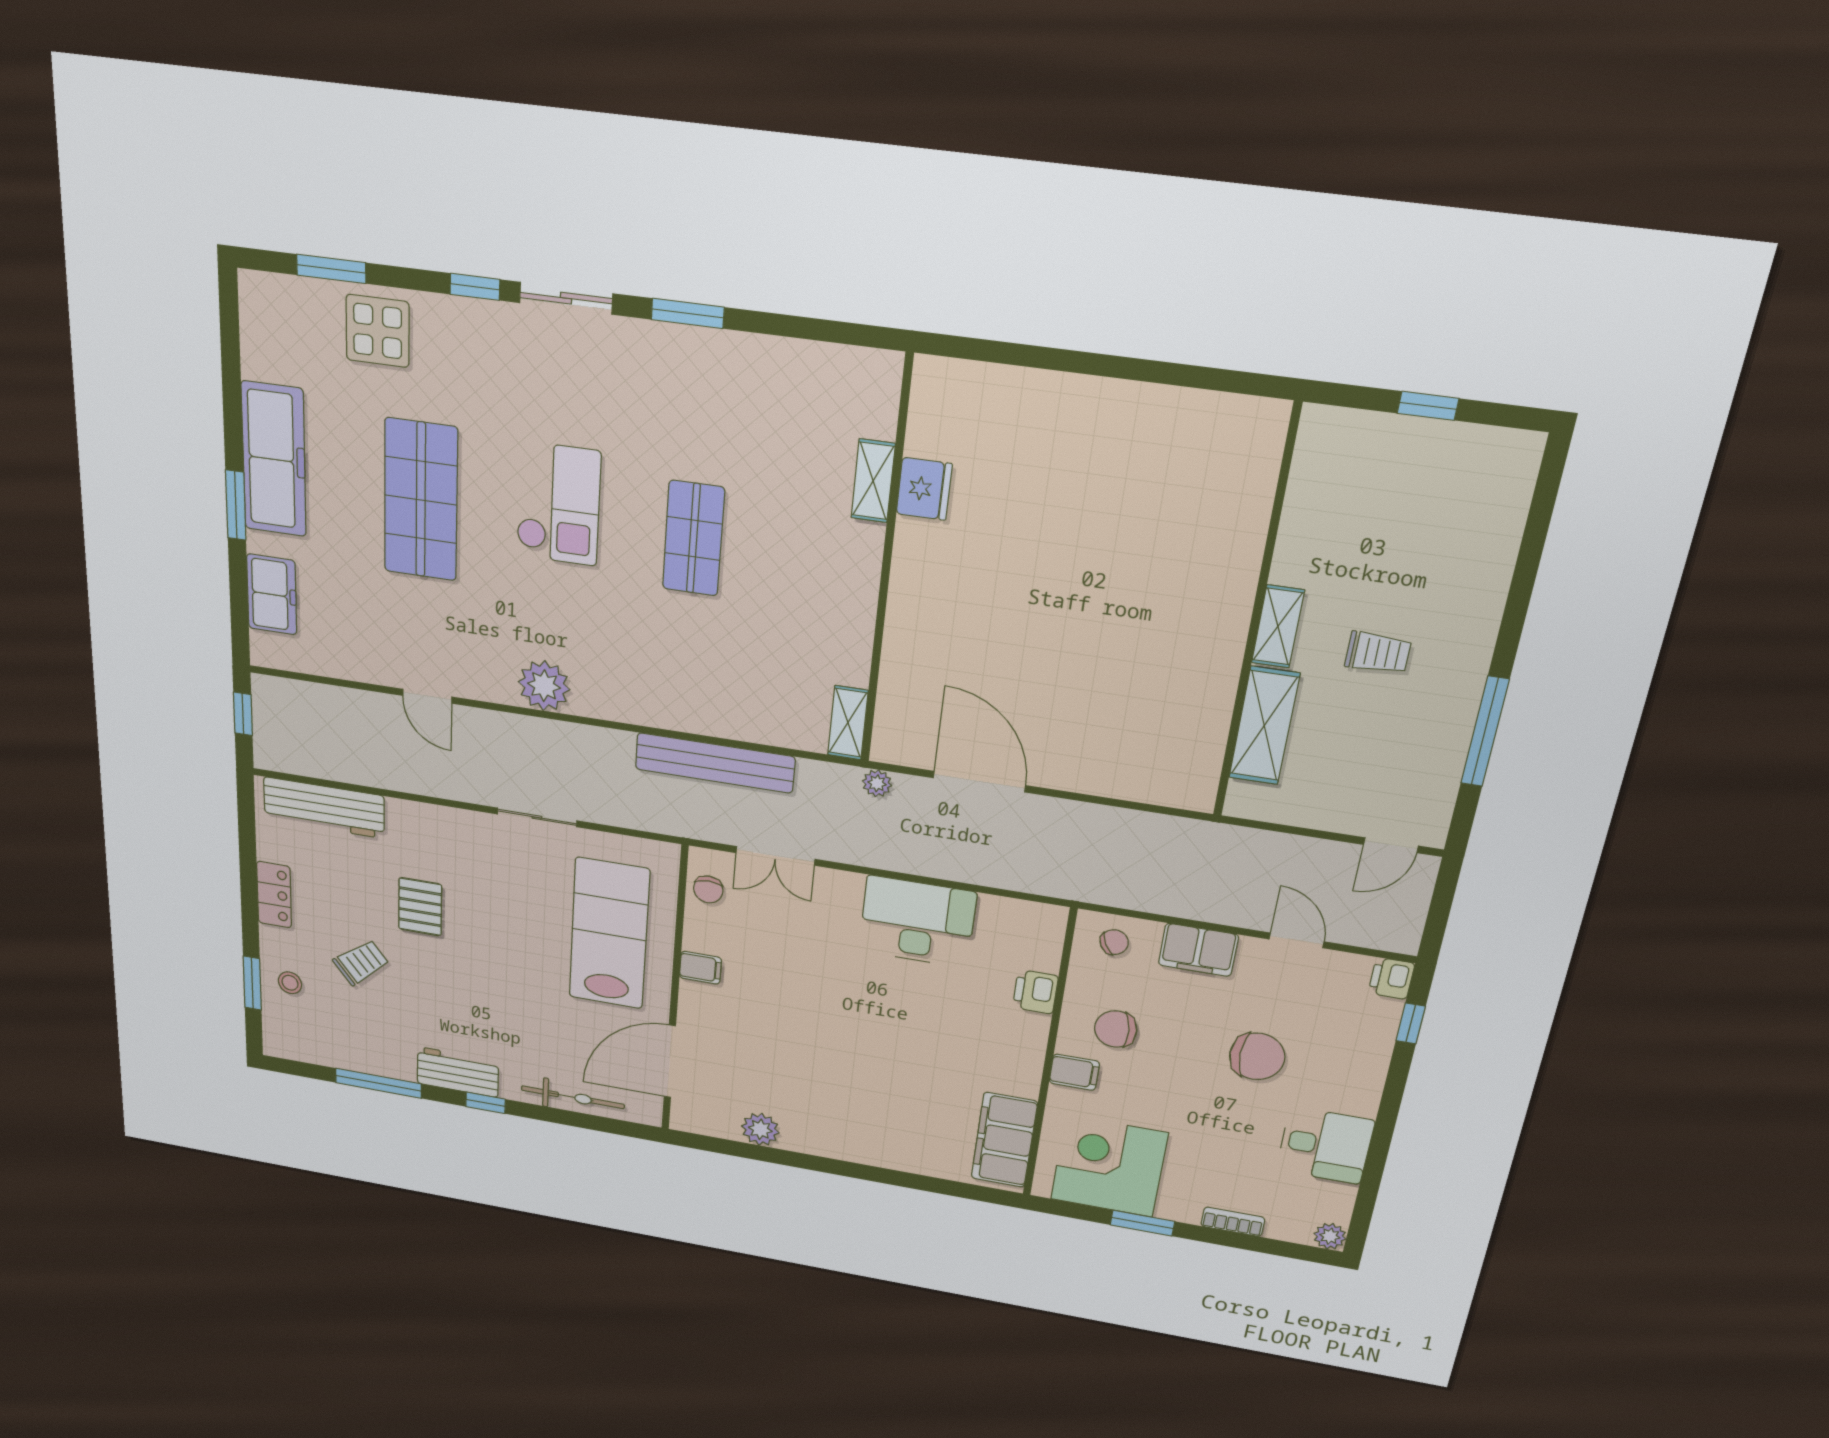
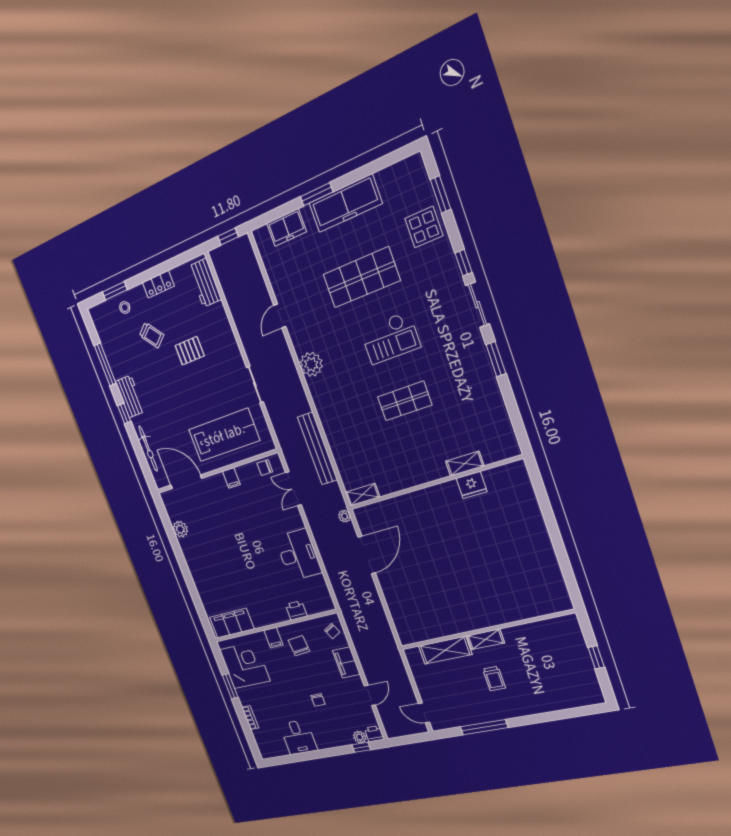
workbench: (324, 808) -> (205, 283), width x0.73
chair: (1257, 1056) -> (318, 700), width x0.54, depth x0.54
plant: (1330, 1236) -> (360, 737), moved

